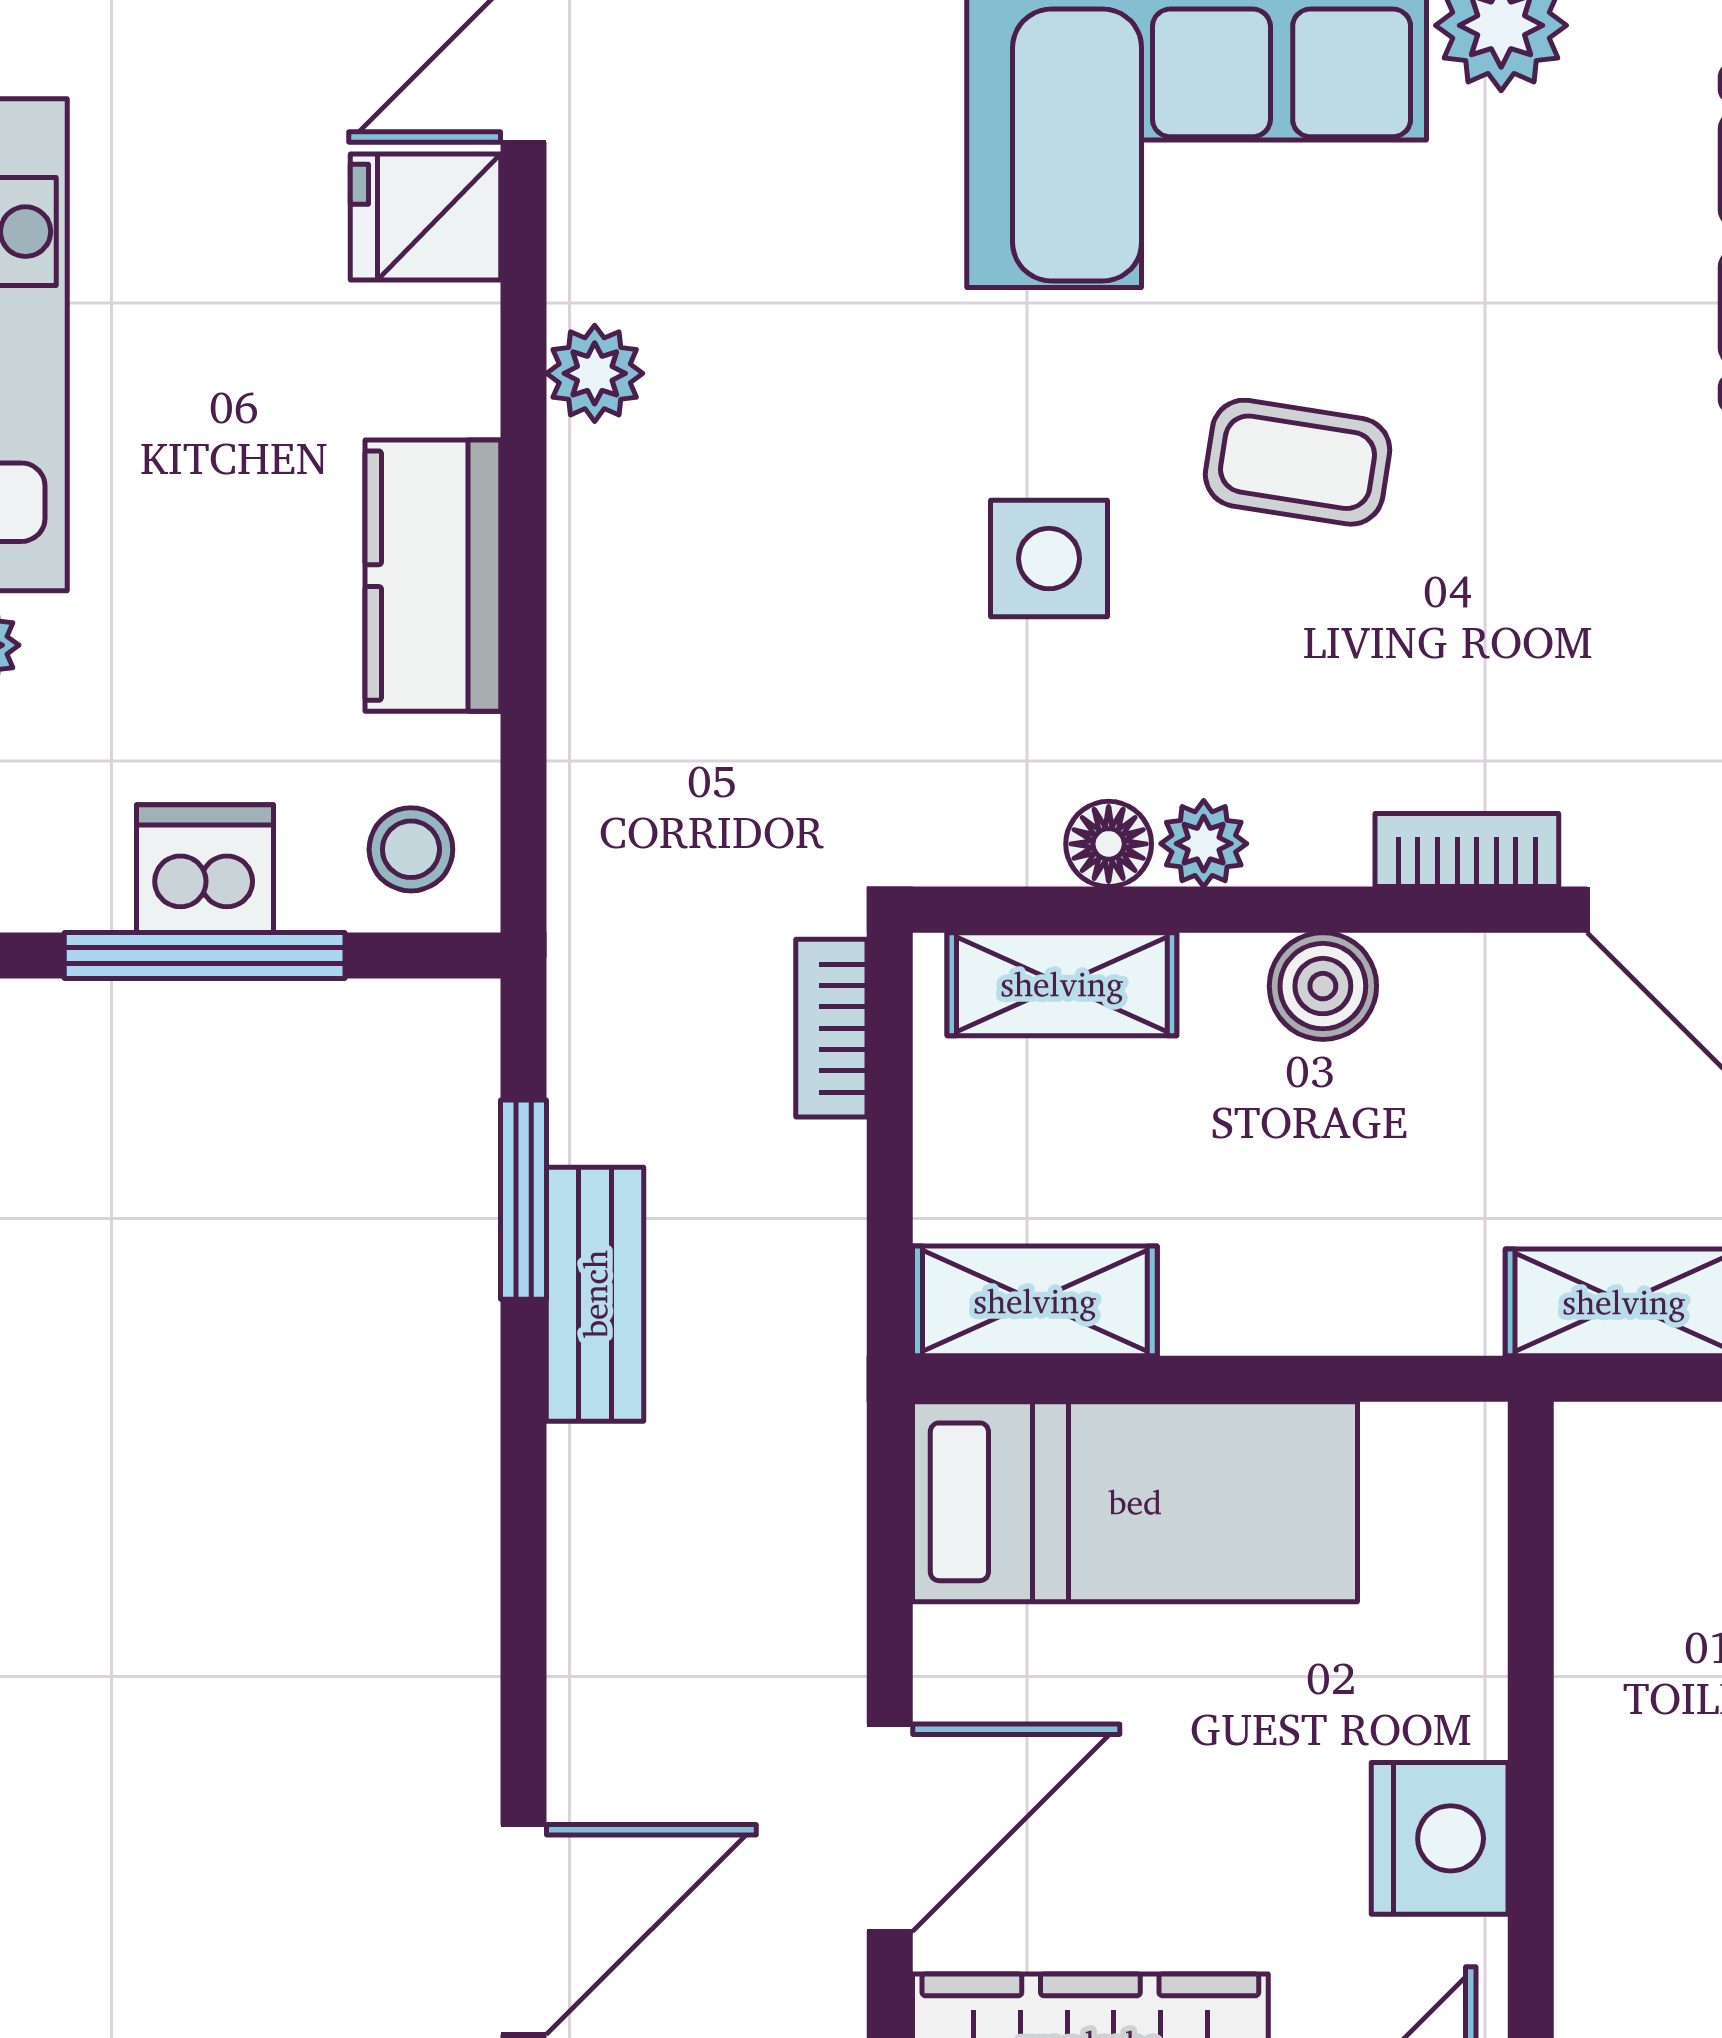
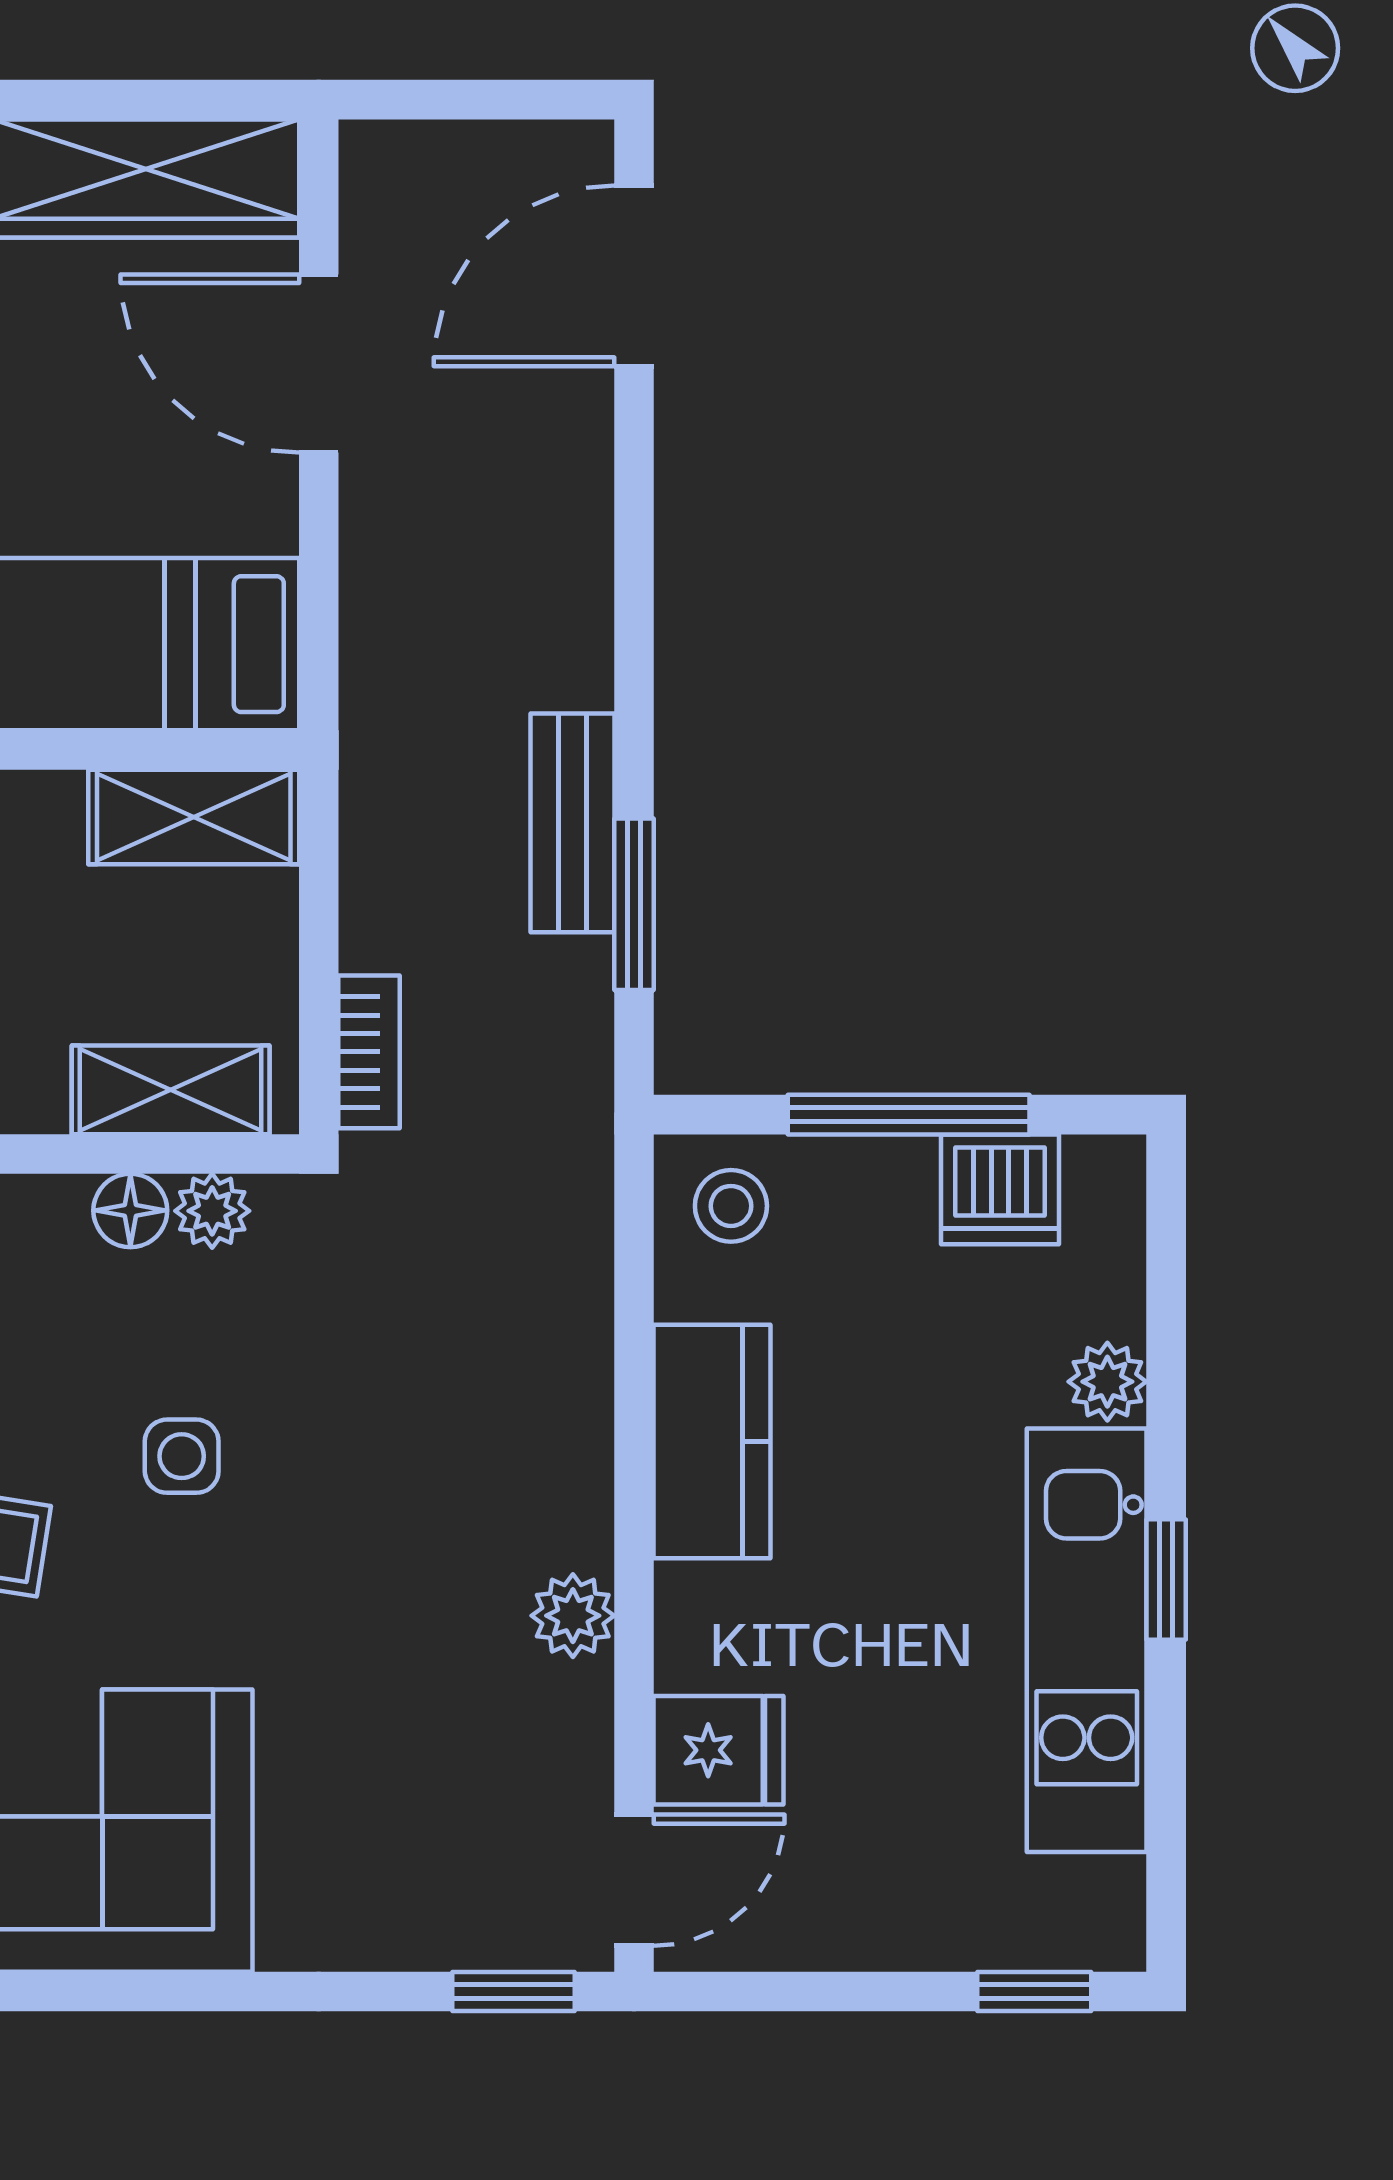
side table: (1049, 559) -> (182, 1456), width x0.73, depth x0.73
plant: (1204, 844) -> (212, 1211), moved
dishwasher: (205, 869) -> (1000, 1189), moved
door: (890, 1828) -> (319, 364), hinge flipped

